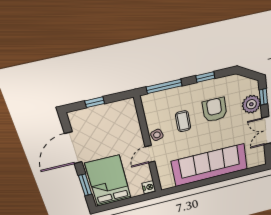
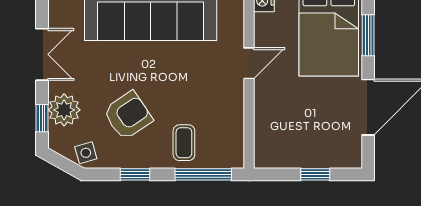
armchair: (215, 110) -> (128, 116), turned -124
coffee table: (183, 121) -> (184, 143), moved
side table: (157, 135) -> (86, 153), moved

